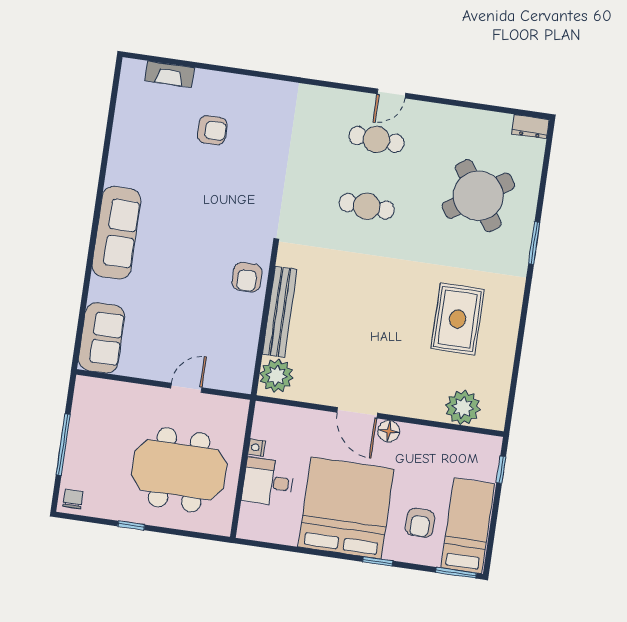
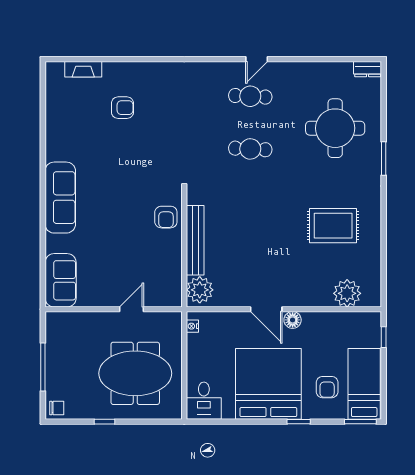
round table: (478, 196) -> (335, 128), turned 34
rug: (458, 319) -> (333, 226), turned 90
nightstand: (256, 448) -> (192, 326), moved
desk: (268, 482) -> (204, 401), moved, turned -90
chair: (73, 499) -> (57, 408), turned 90

